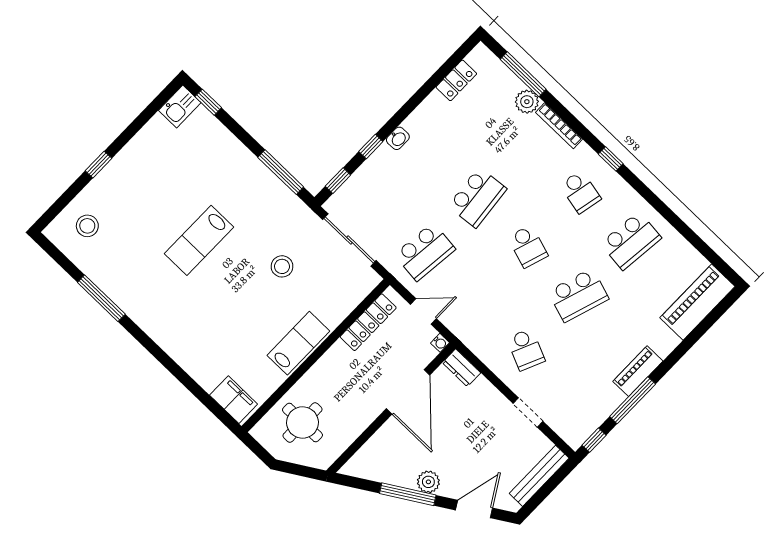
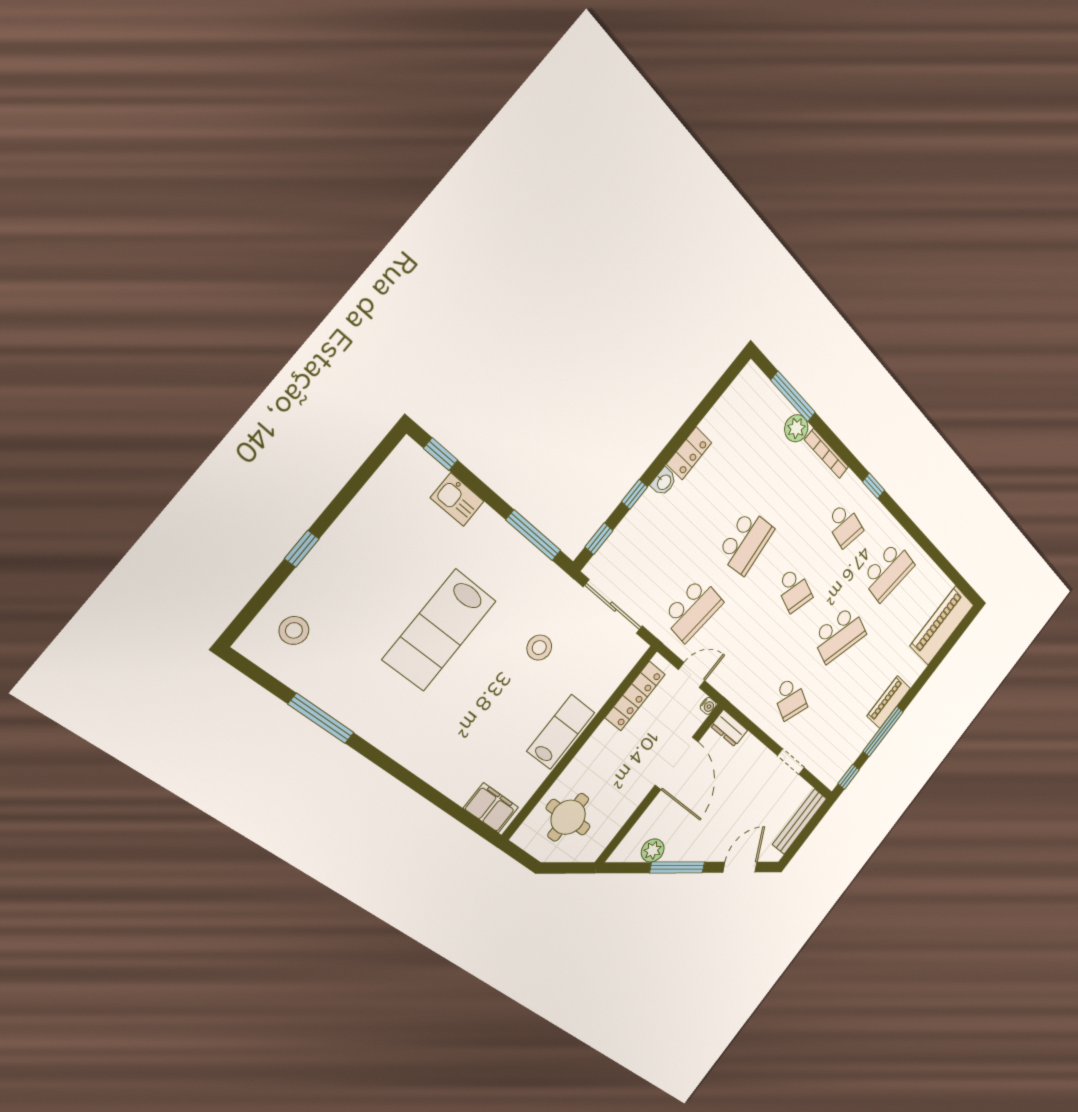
locker: (456, 80) -> (689, 453), moved
kitchen sink: (180, 107) -> (457, 500), moved, turned 90
lab bench: (199, 240) -> (440, 630), width x1.36, depth x1.39
plant: (428, 482) -> (653, 850), moved

